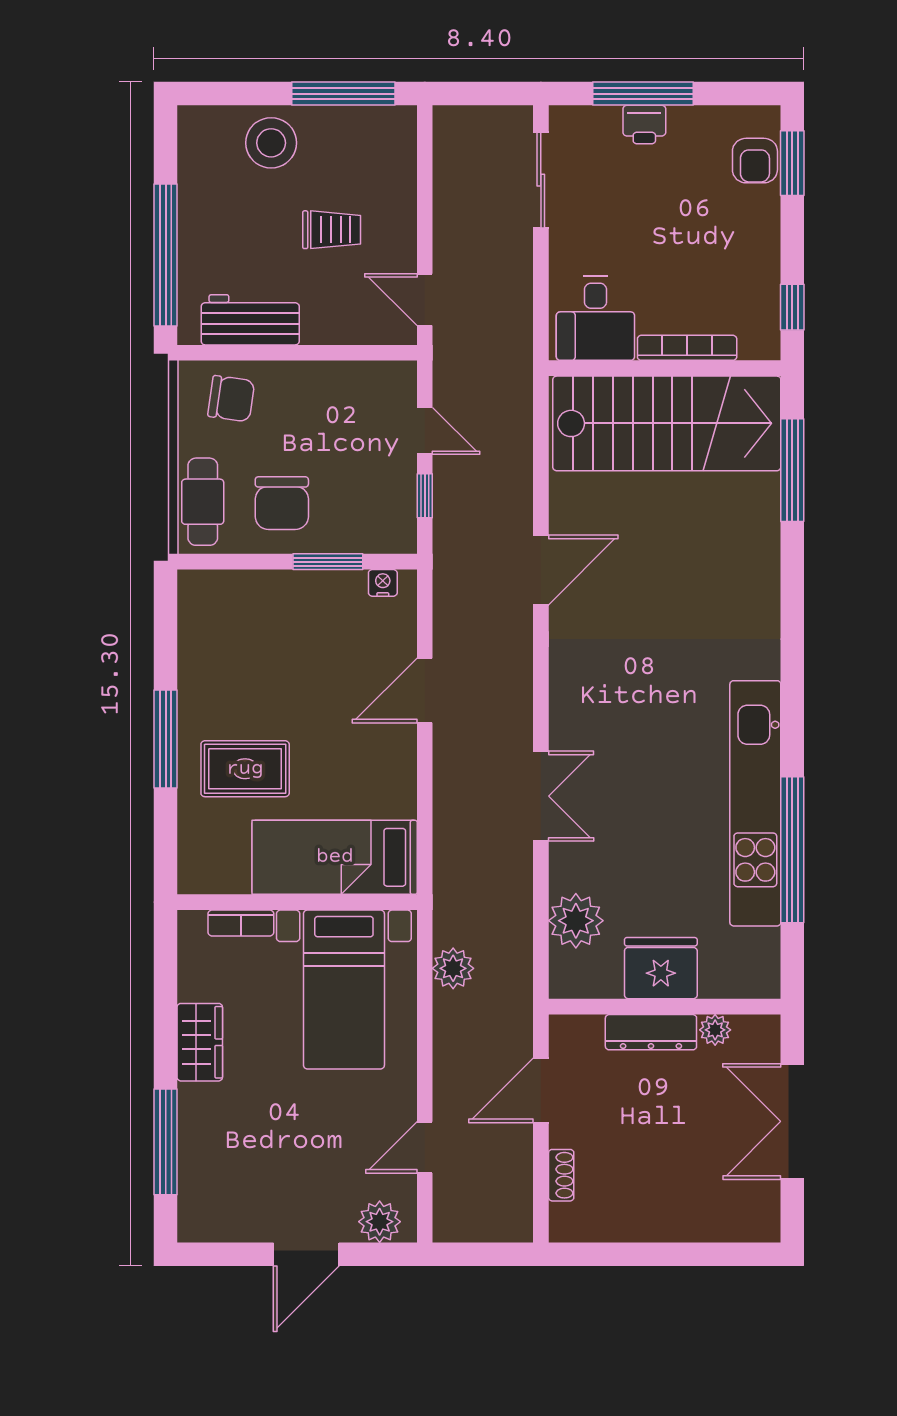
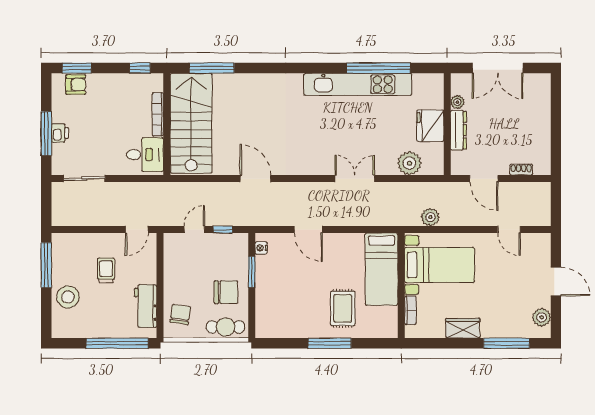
plant: (380, 1222) -> (542, 317), moved

